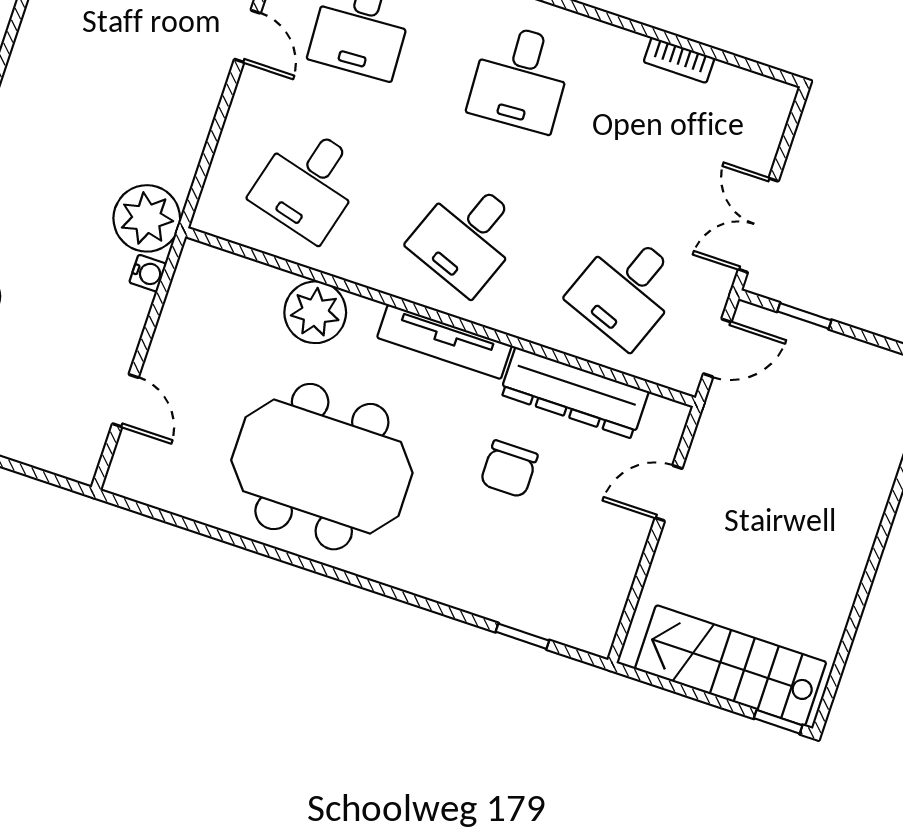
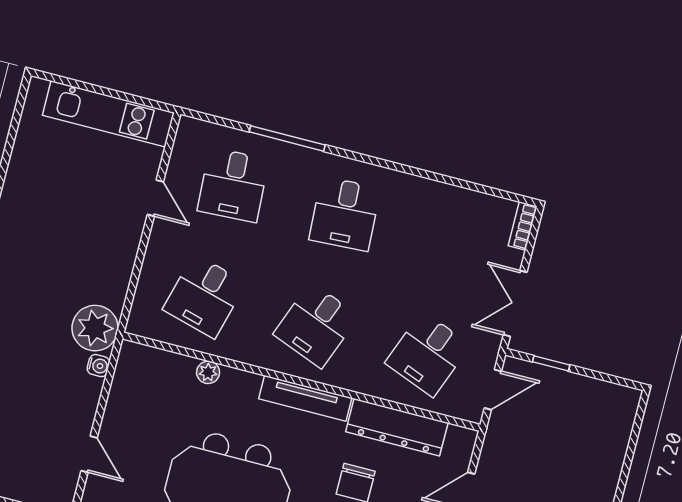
bookcase: (679, 60) -> (523, 226), moved, turned 90
plant: (315, 312) -> (208, 372), width x0.53, depth x0.53

